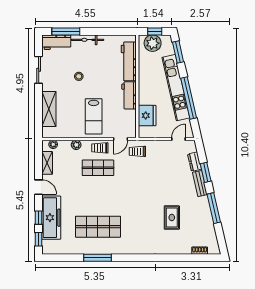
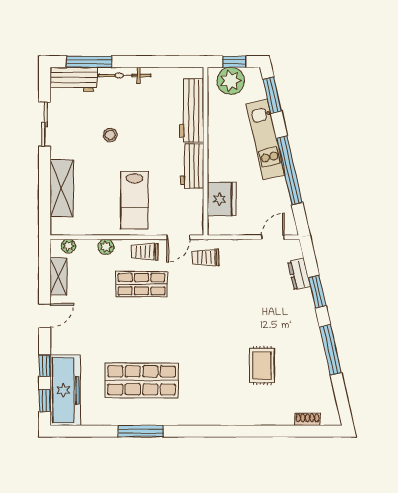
kitchen unit: (176, 88) -> (265, 139), width x0.73
bench: (200, 184) -> (308, 310), removed
door: (39, 187) -> (45, 316), hinge flipped
freezer: (51, 218) -> (65, 390), moved

